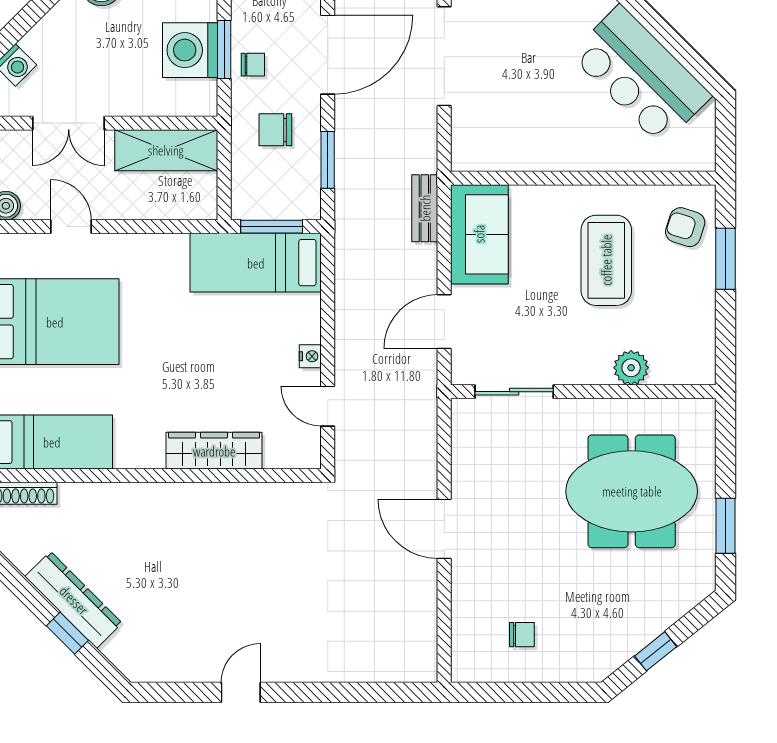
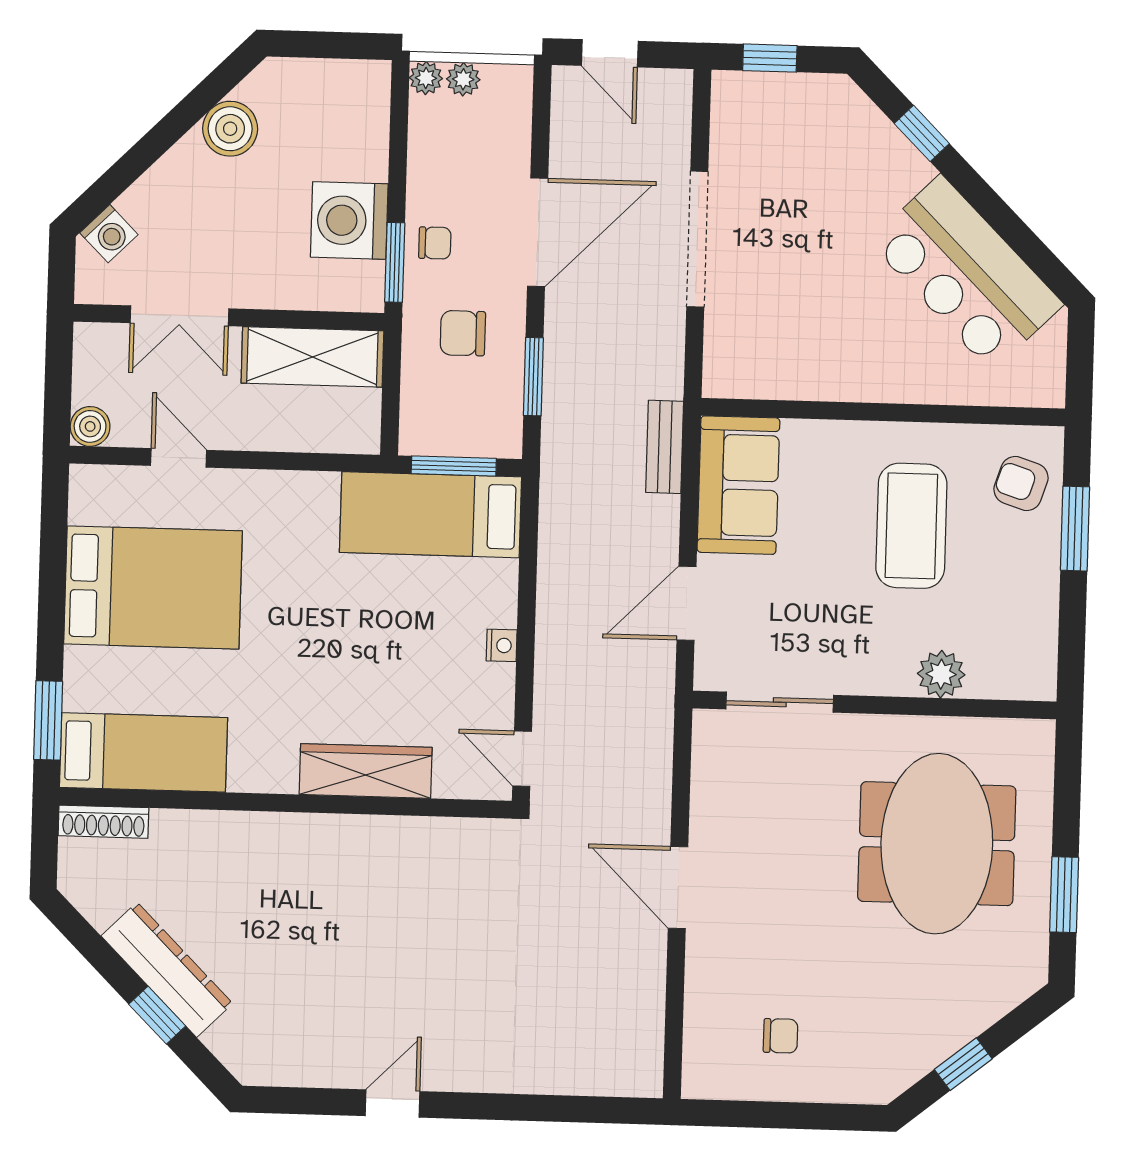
window: (224, 49) -> (395, 262), moved
door: (328, 406) -> (522, 759), moved
meeting table: (632, 491) -> (937, 844), turned 90

